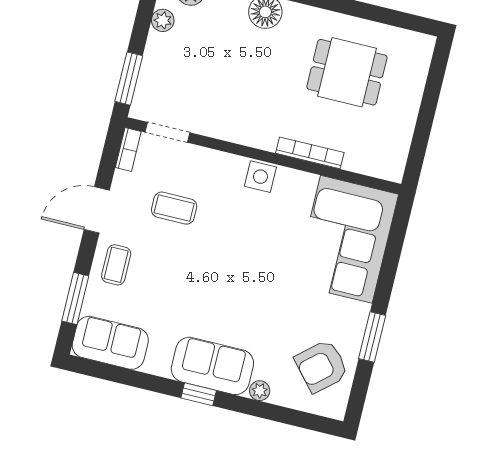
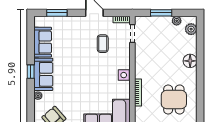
window: (129, 79) -> (161, 13), moved
coffee table: (116, 265) -> (74, 26), removed
sofa: (110, 343) -> (43, 42), moved

